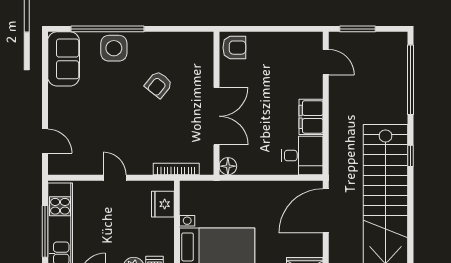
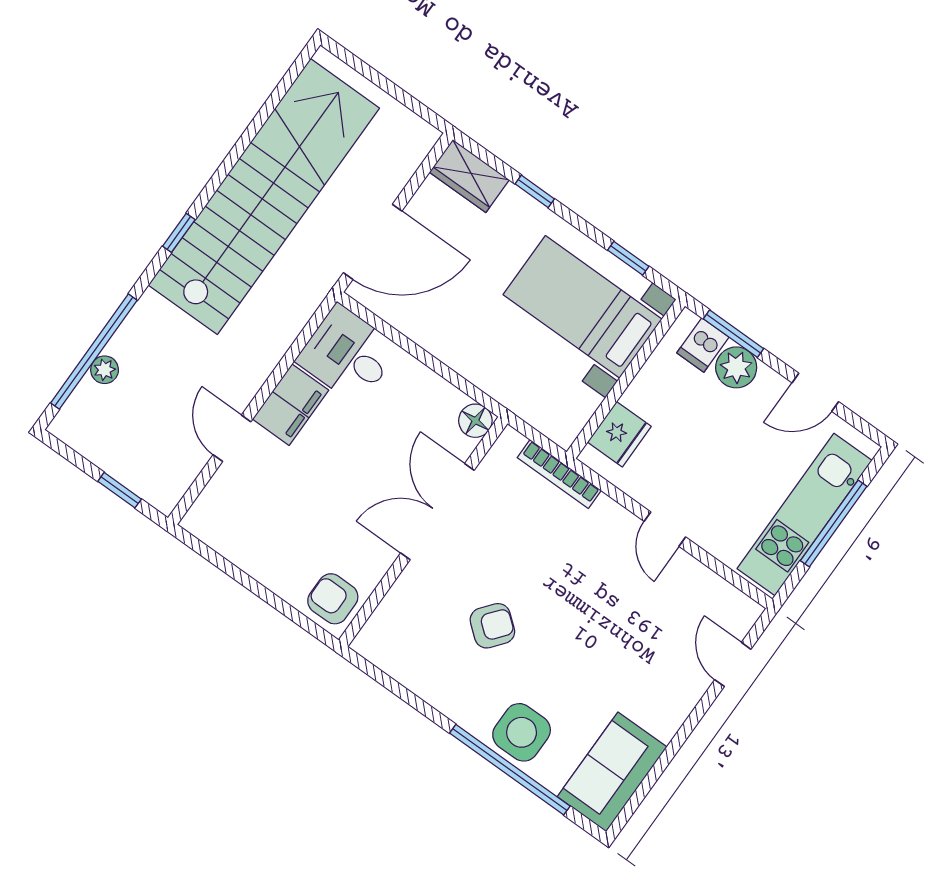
window: (358, 29) -> (120, 490), width x0.67
door: (326, 62) -> (232, 438), moved
plant: (400, 75) -> (105, 370), added

